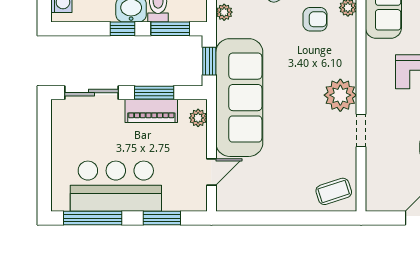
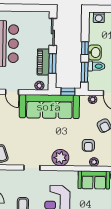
plant: (340, 95) -> (60, 158), moved

